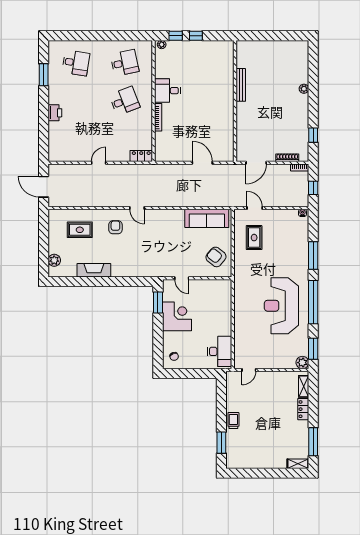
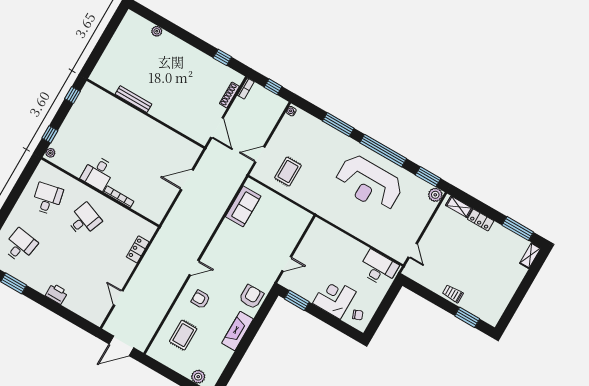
window: (196, 36) -> (73, 95), moved
plant: (304, 89) -> (157, 31), moved
desk: (125, 101) -> (84, 220), turned 42
locker: (141, 156) -> (138, 249), moved
door: (99, 163) -> (118, 298), moved
sofa: (207, 218) -> (243, 206), width x0.73
rug: (254, 238) -> (288, 172), turned 90
armchair: (216, 257) -> (251, 297), moved, turned 141
fireplace: (94, 270) -> (238, 331), moved
corner desk: (177, 316) -> (334, 298), moved

